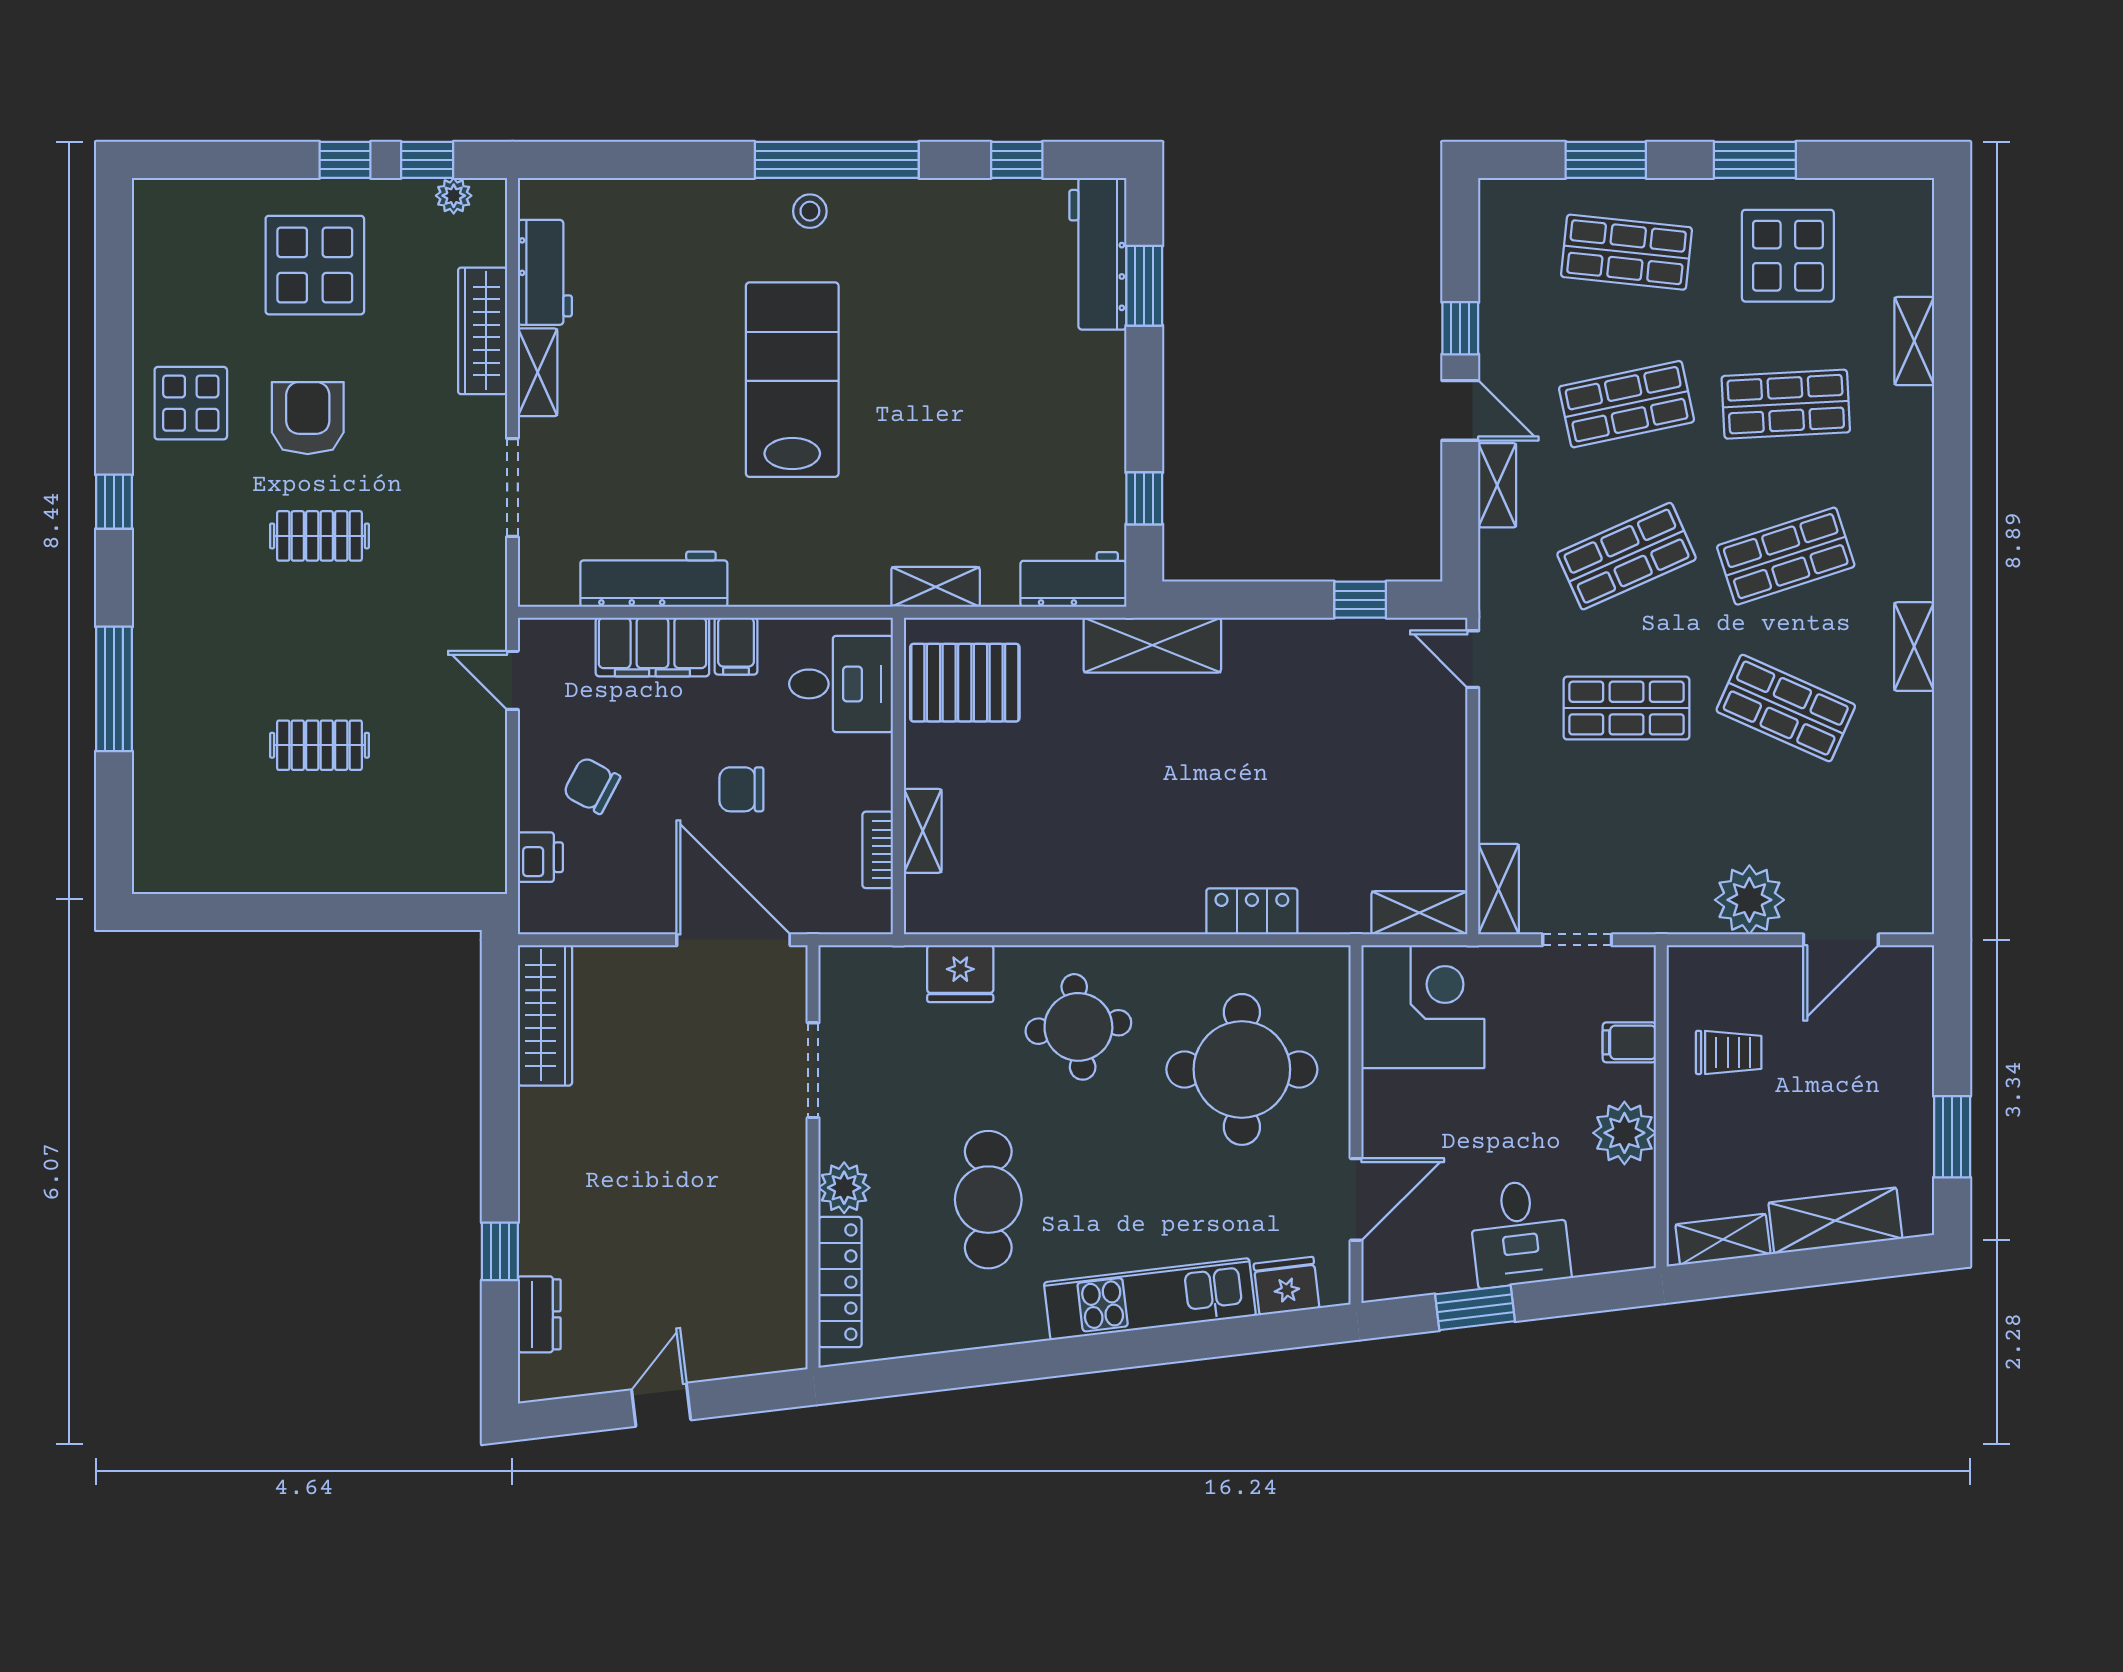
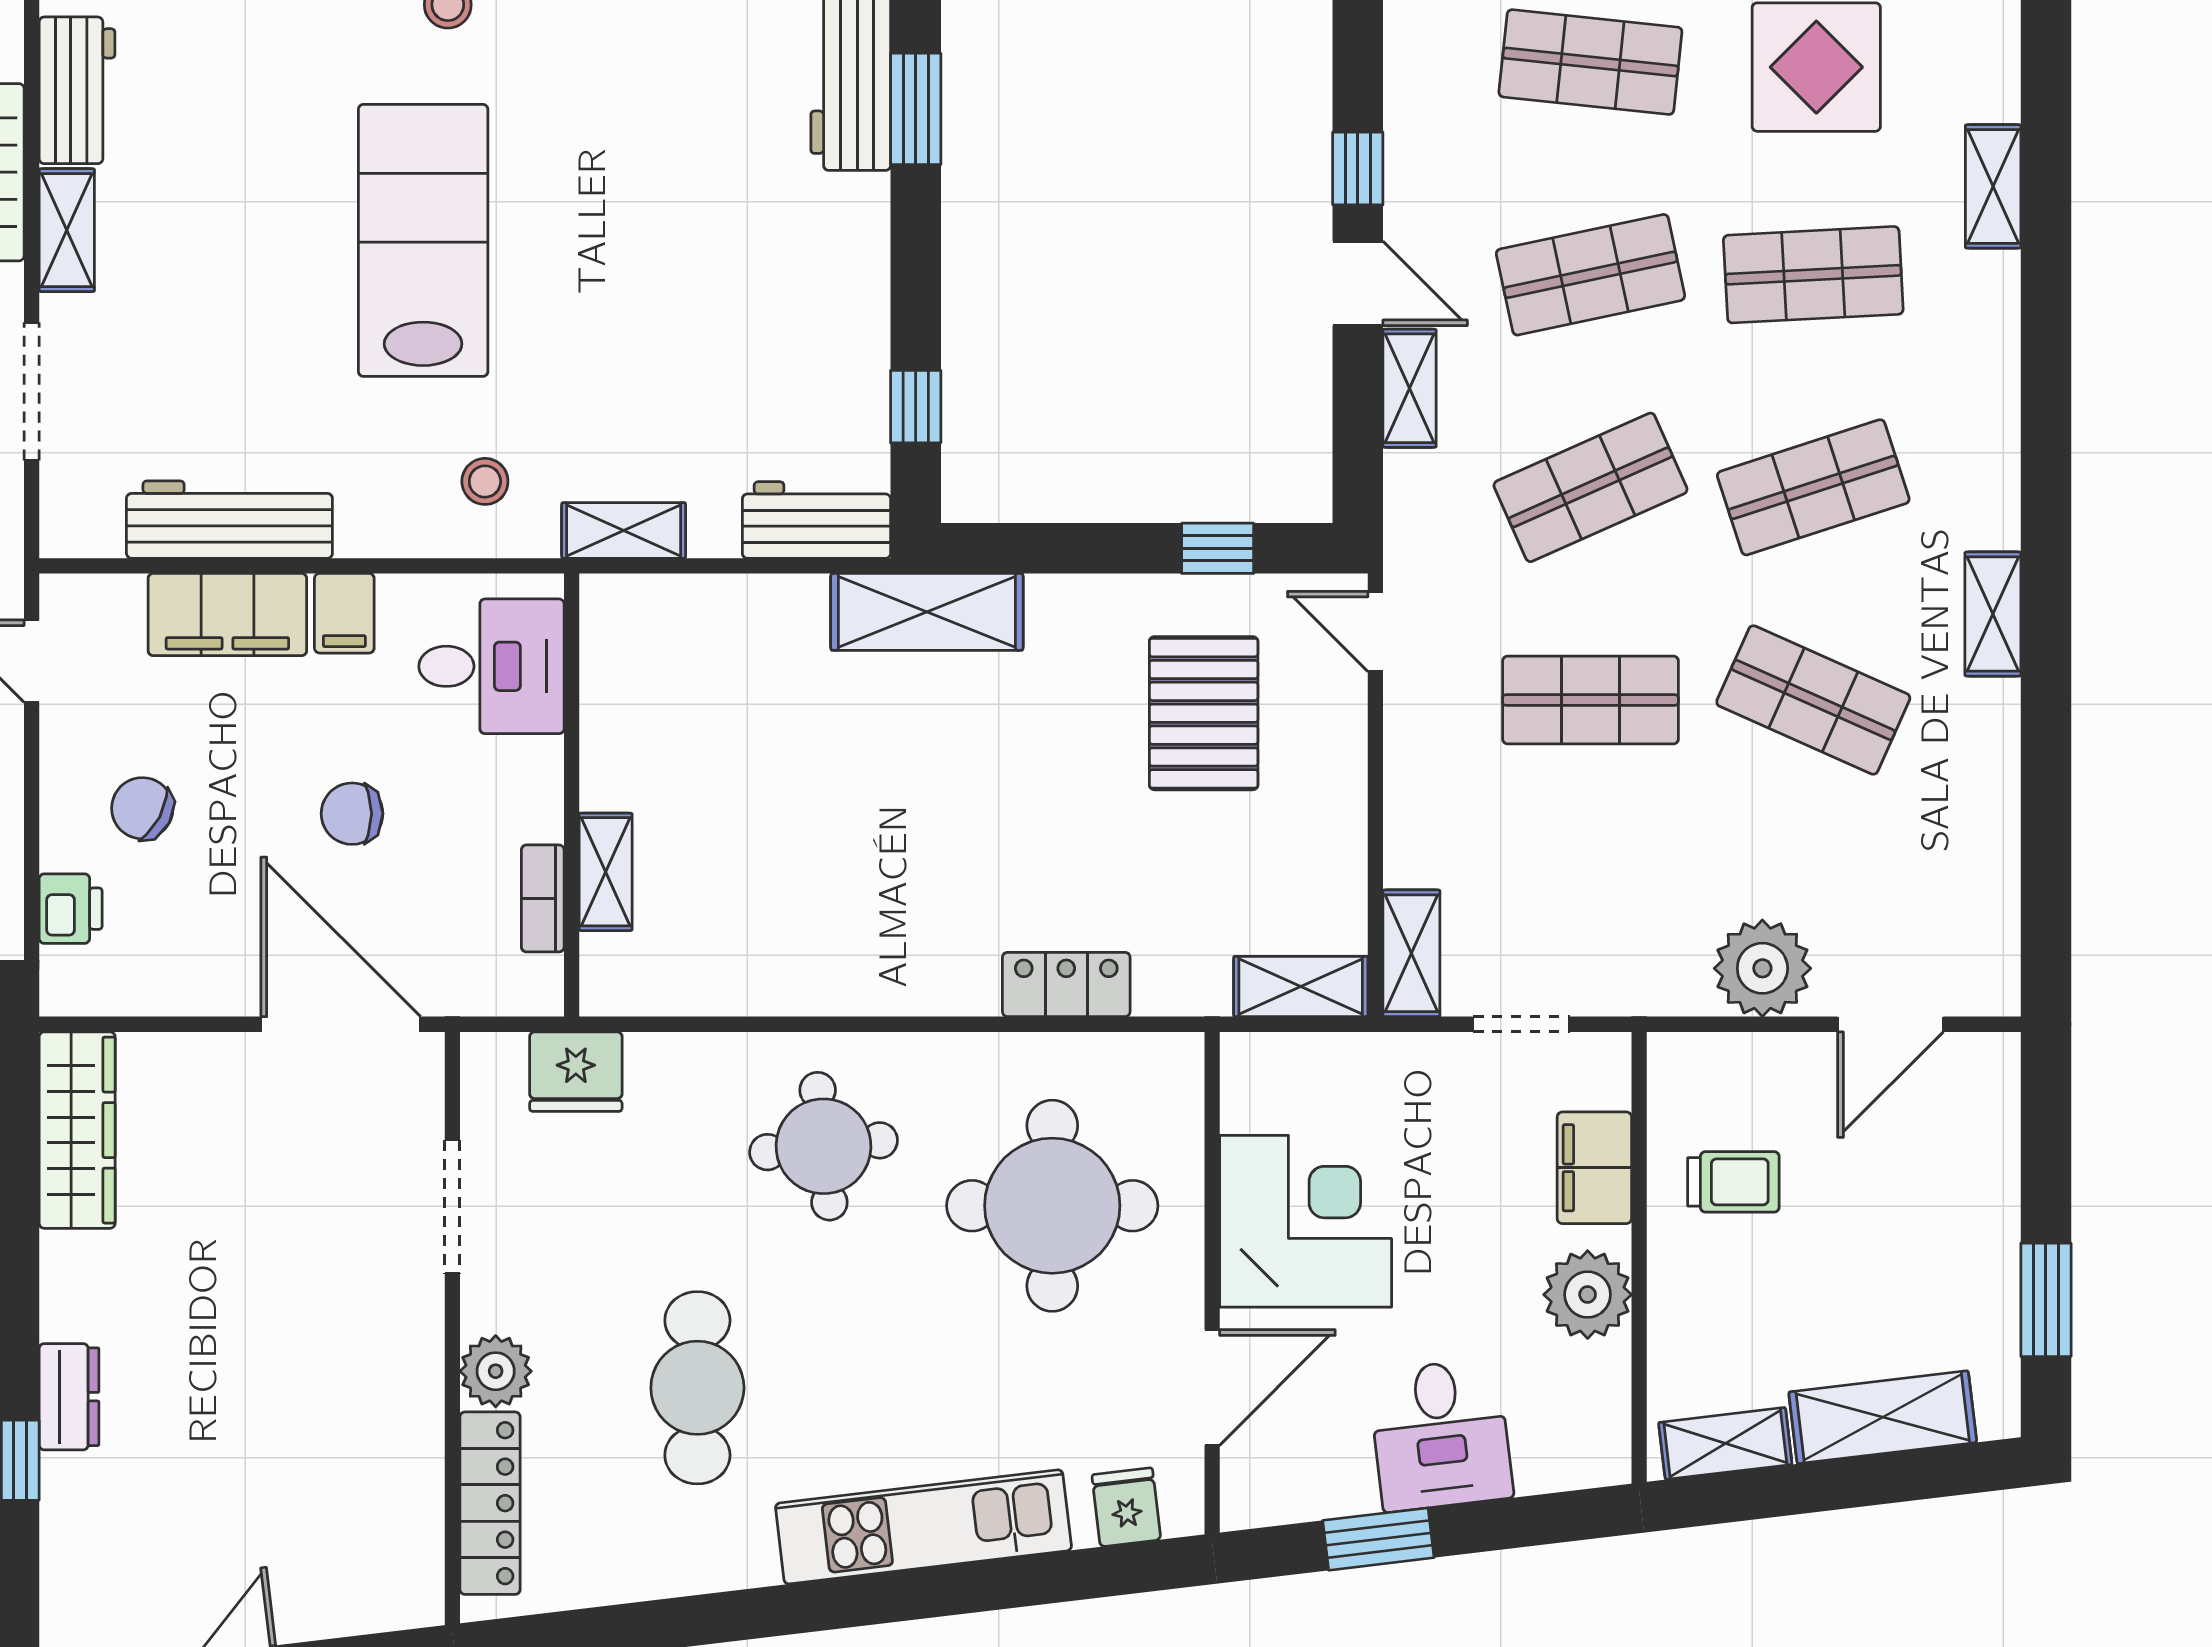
stool: (836, 552) -> (485, 481), added
pallet: (965, 683) -> (1204, 713), moved, turned 90
fridge: (960, 974) -> (576, 1072), moved
corner desk: (1423, 1007) -> (1306, 1221), moved
filing cabinet: (1629, 1042) -> (1594, 1168), width x2.00
fridge: (1286, 1286) -> (1126, 1507), width x0.72
dresser: (539, 1314) -> (69, 1397), moved

